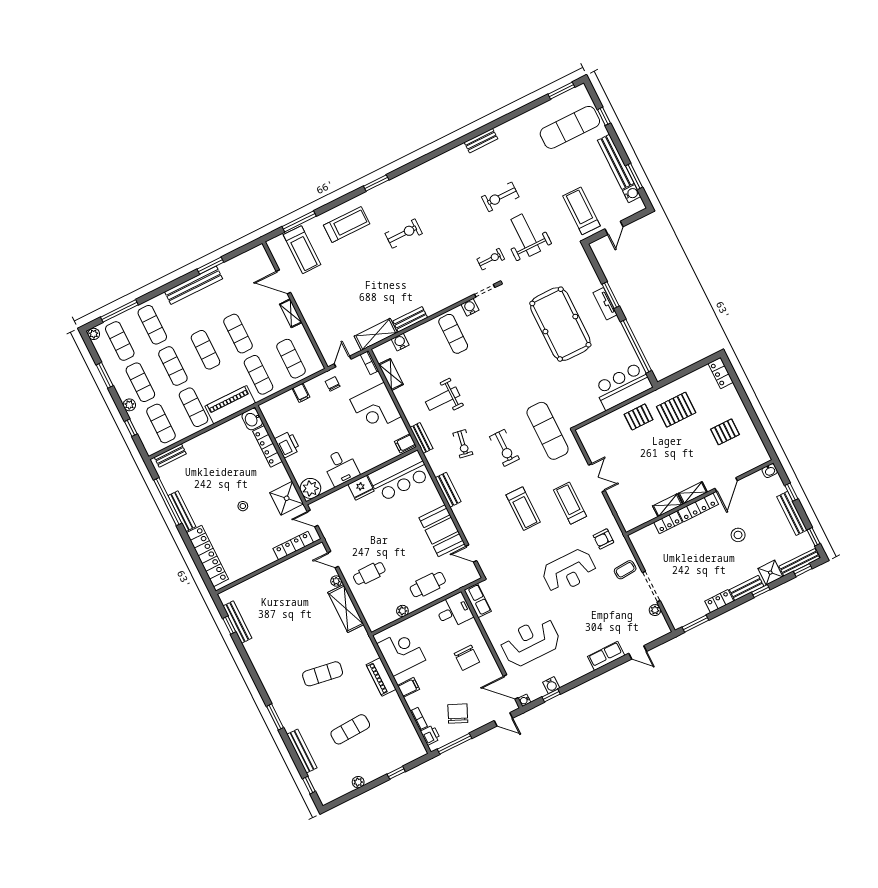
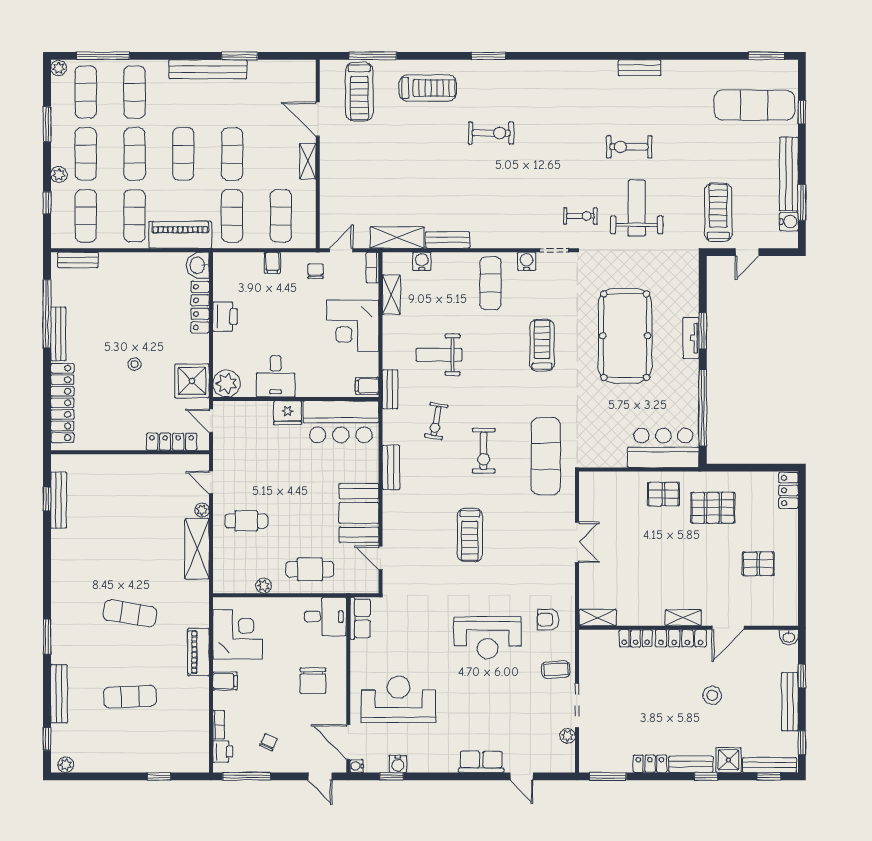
treadmill: (570, 503) -> (542, 345), moved
shelving: (668, 505) -> (598, 618), moved
chair: (458, 714) -> (269, 742), width x0.54, depth x0.54
plant: (358, 782) -> (66, 765), moved

